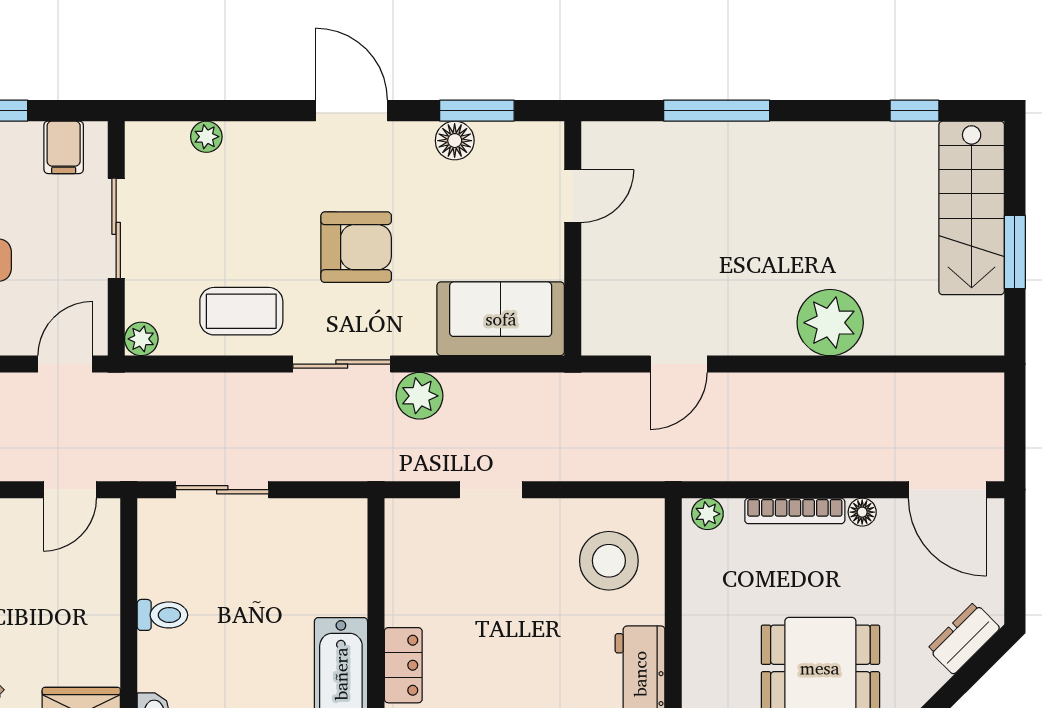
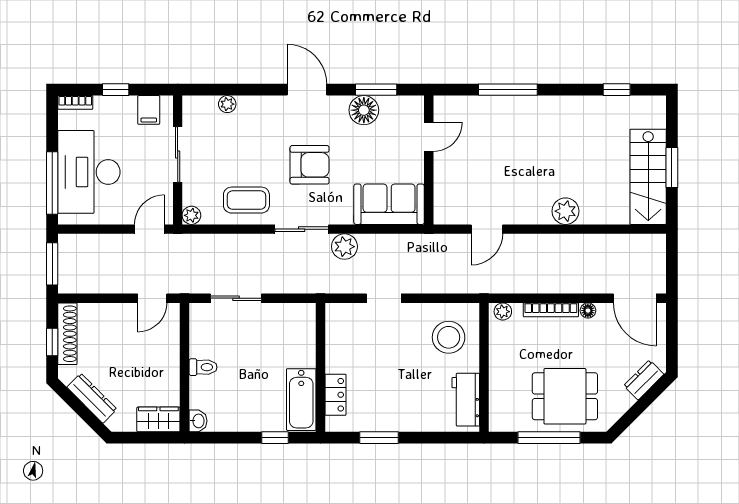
floor lamp: (455, 141) -> (364, 110), width x1.38, depth x1.38
stairs: (972, 208) -> (648, 177), moved
plant: (830, 323) -> (565, 211), width x0.73, depth x0.73

